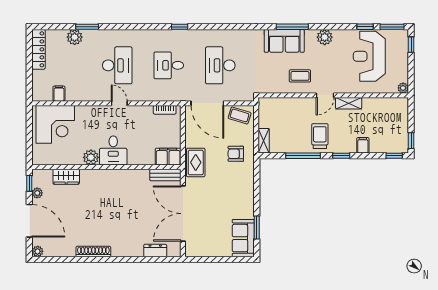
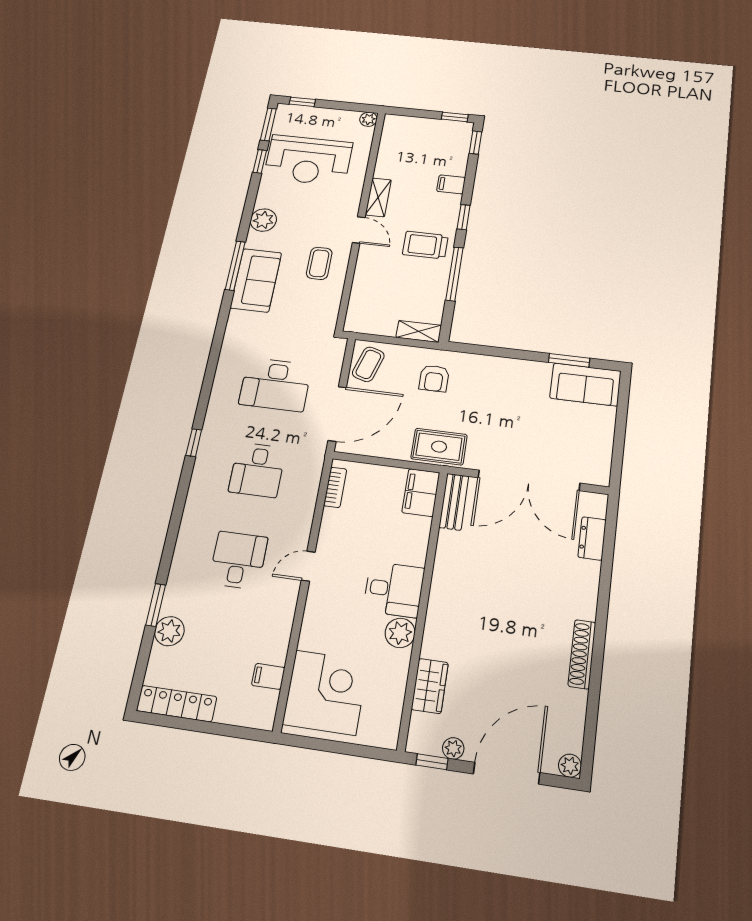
desk: (117, 65) -> (238, 560), width x0.73

